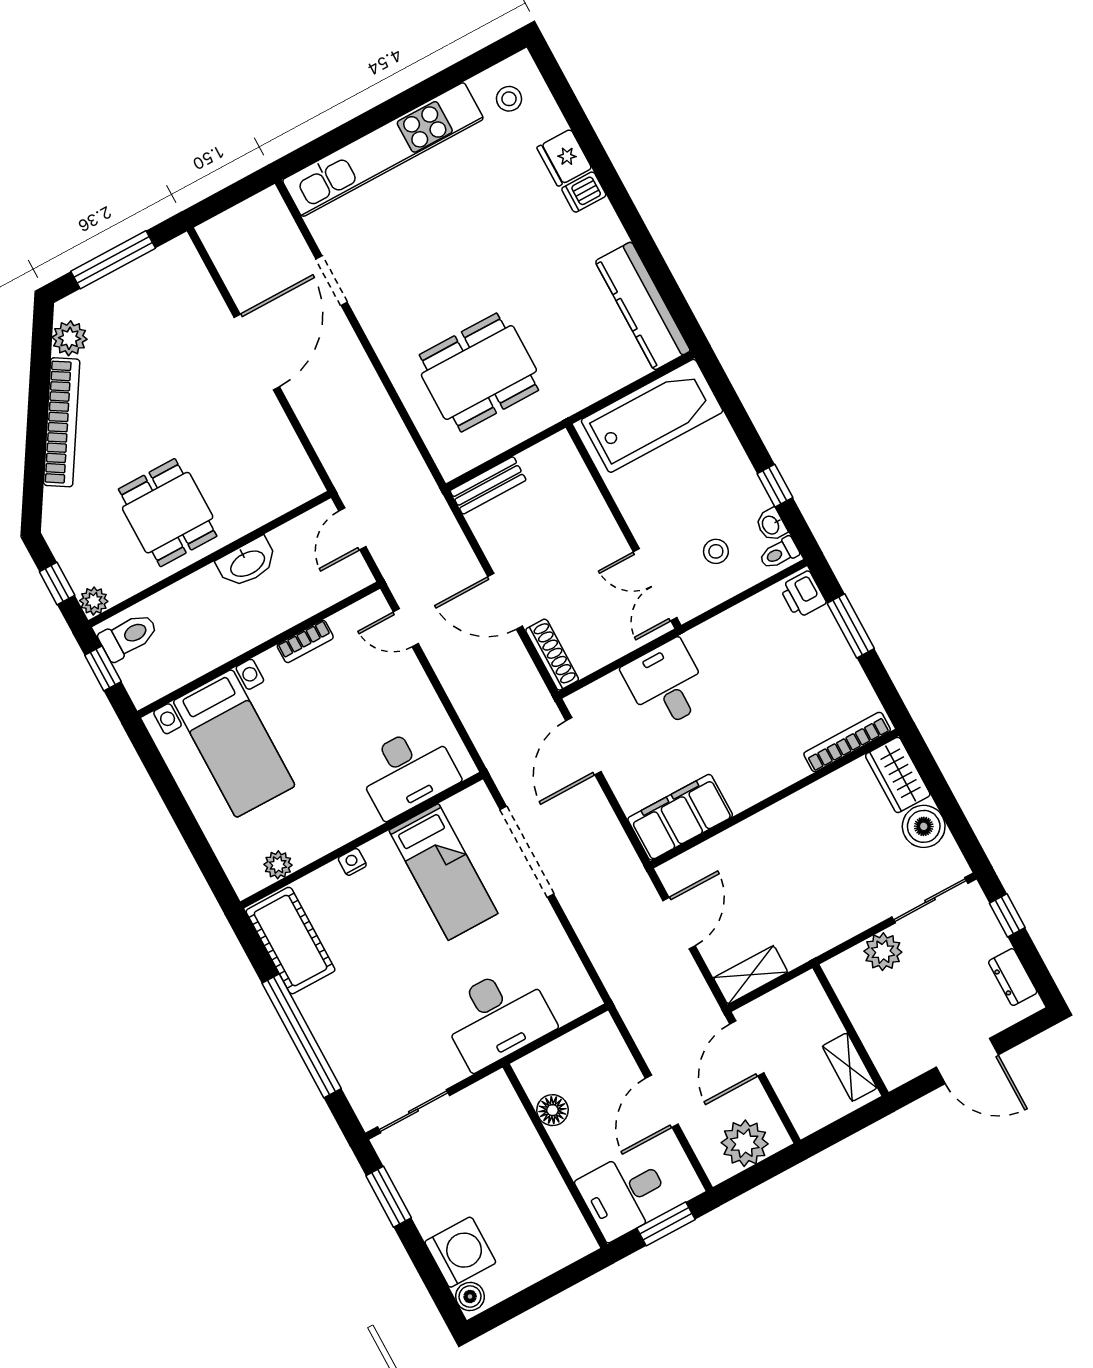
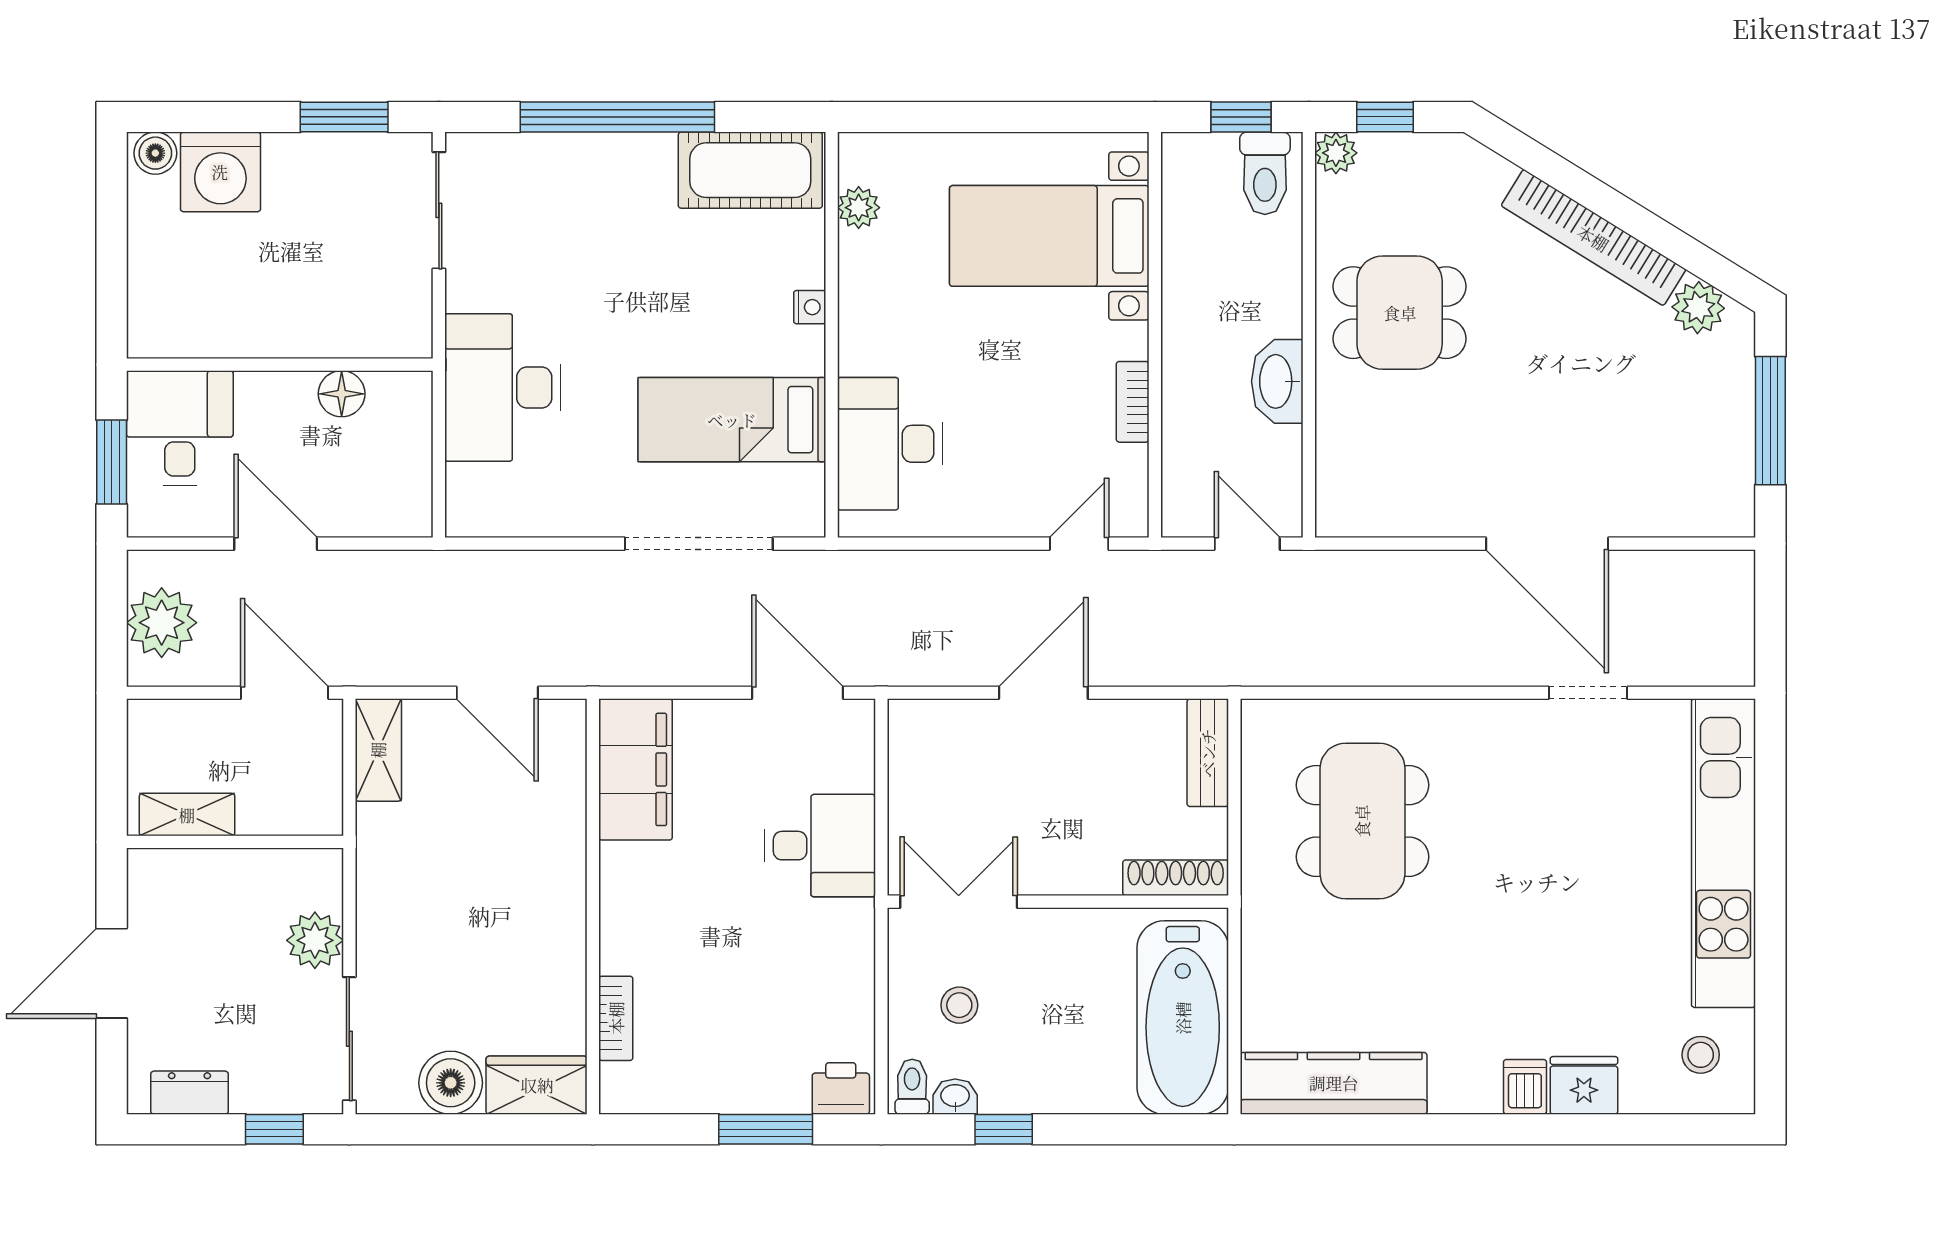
shoe rack: (552, 655) -> (1176, 878), moved, turned 180
bookcase: (847, 742) -> (616, 1018), width x0.64

